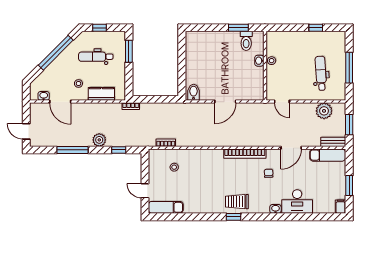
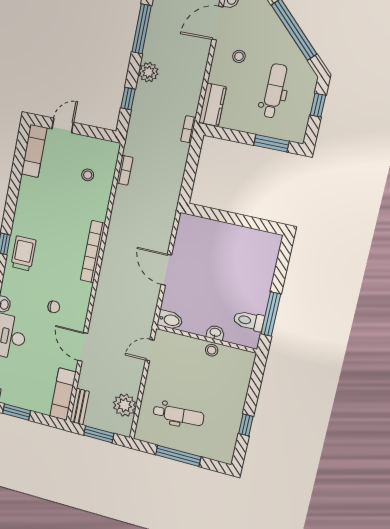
window: (238, 28) -> (271, 314), width x1.44
bidet: (194, 92) -> (170, 320), moved
kitchen counter: (101, 94) -> (212, 105), moved
bookcase: (245, 154) -> (93, 252), moved

